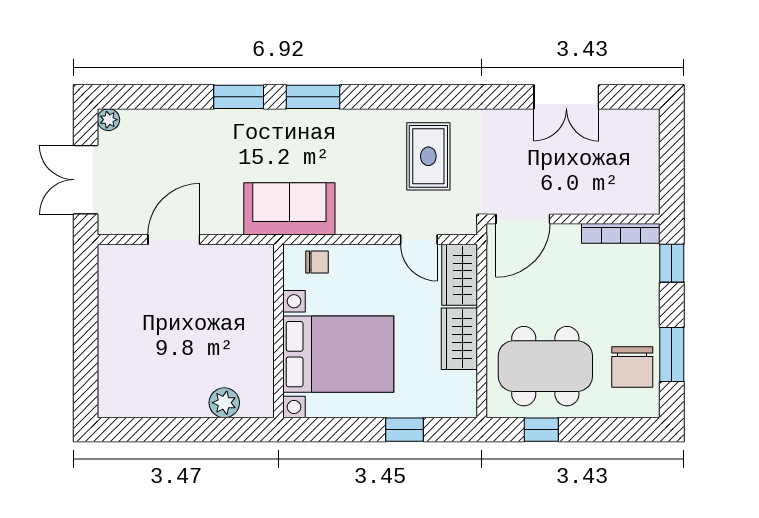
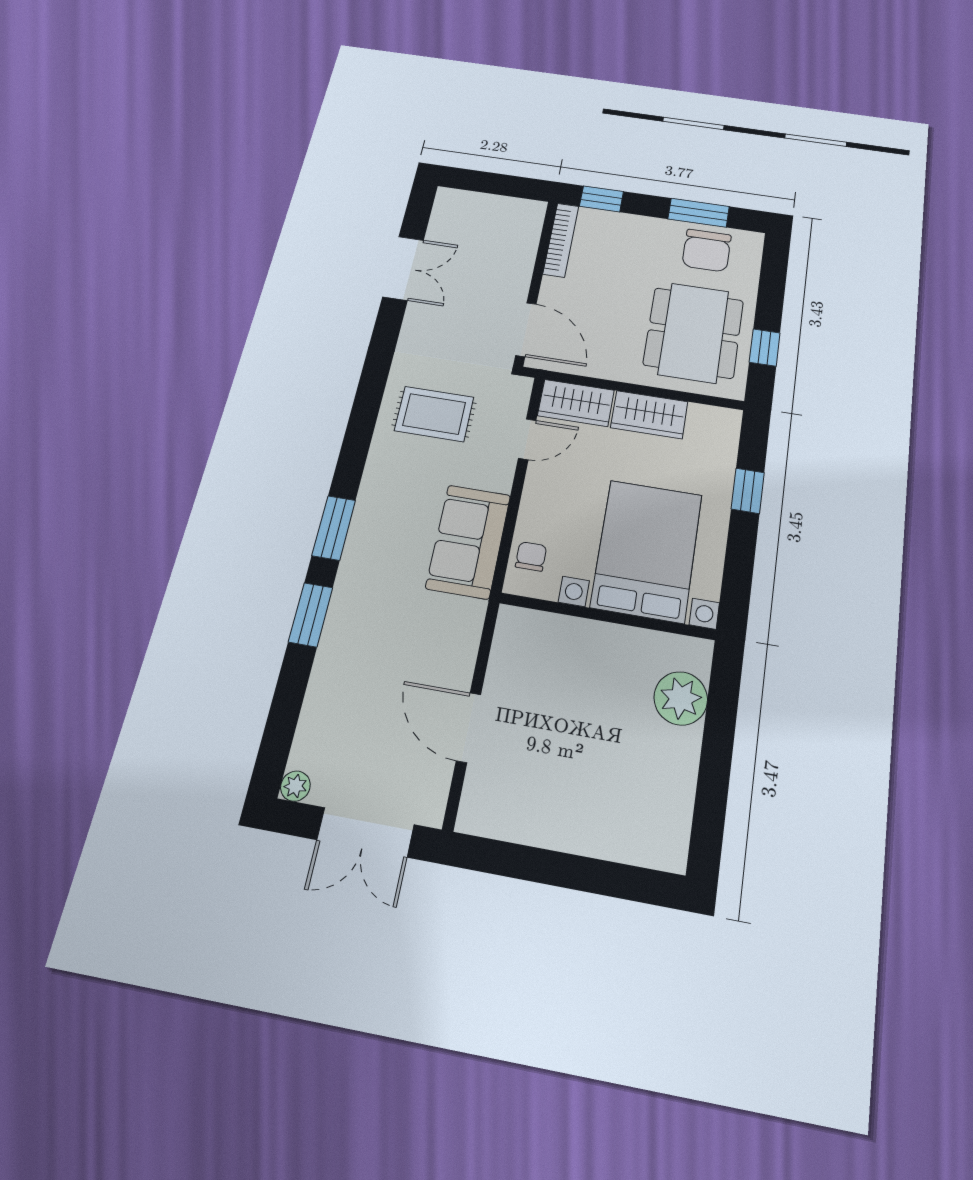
sofa: (289, 209) -> (468, 541), moved
chair: (632, 367) -> (707, 250), turned 90
plant: (224, 403) -> (681, 698), width x1.36, depth x1.36

